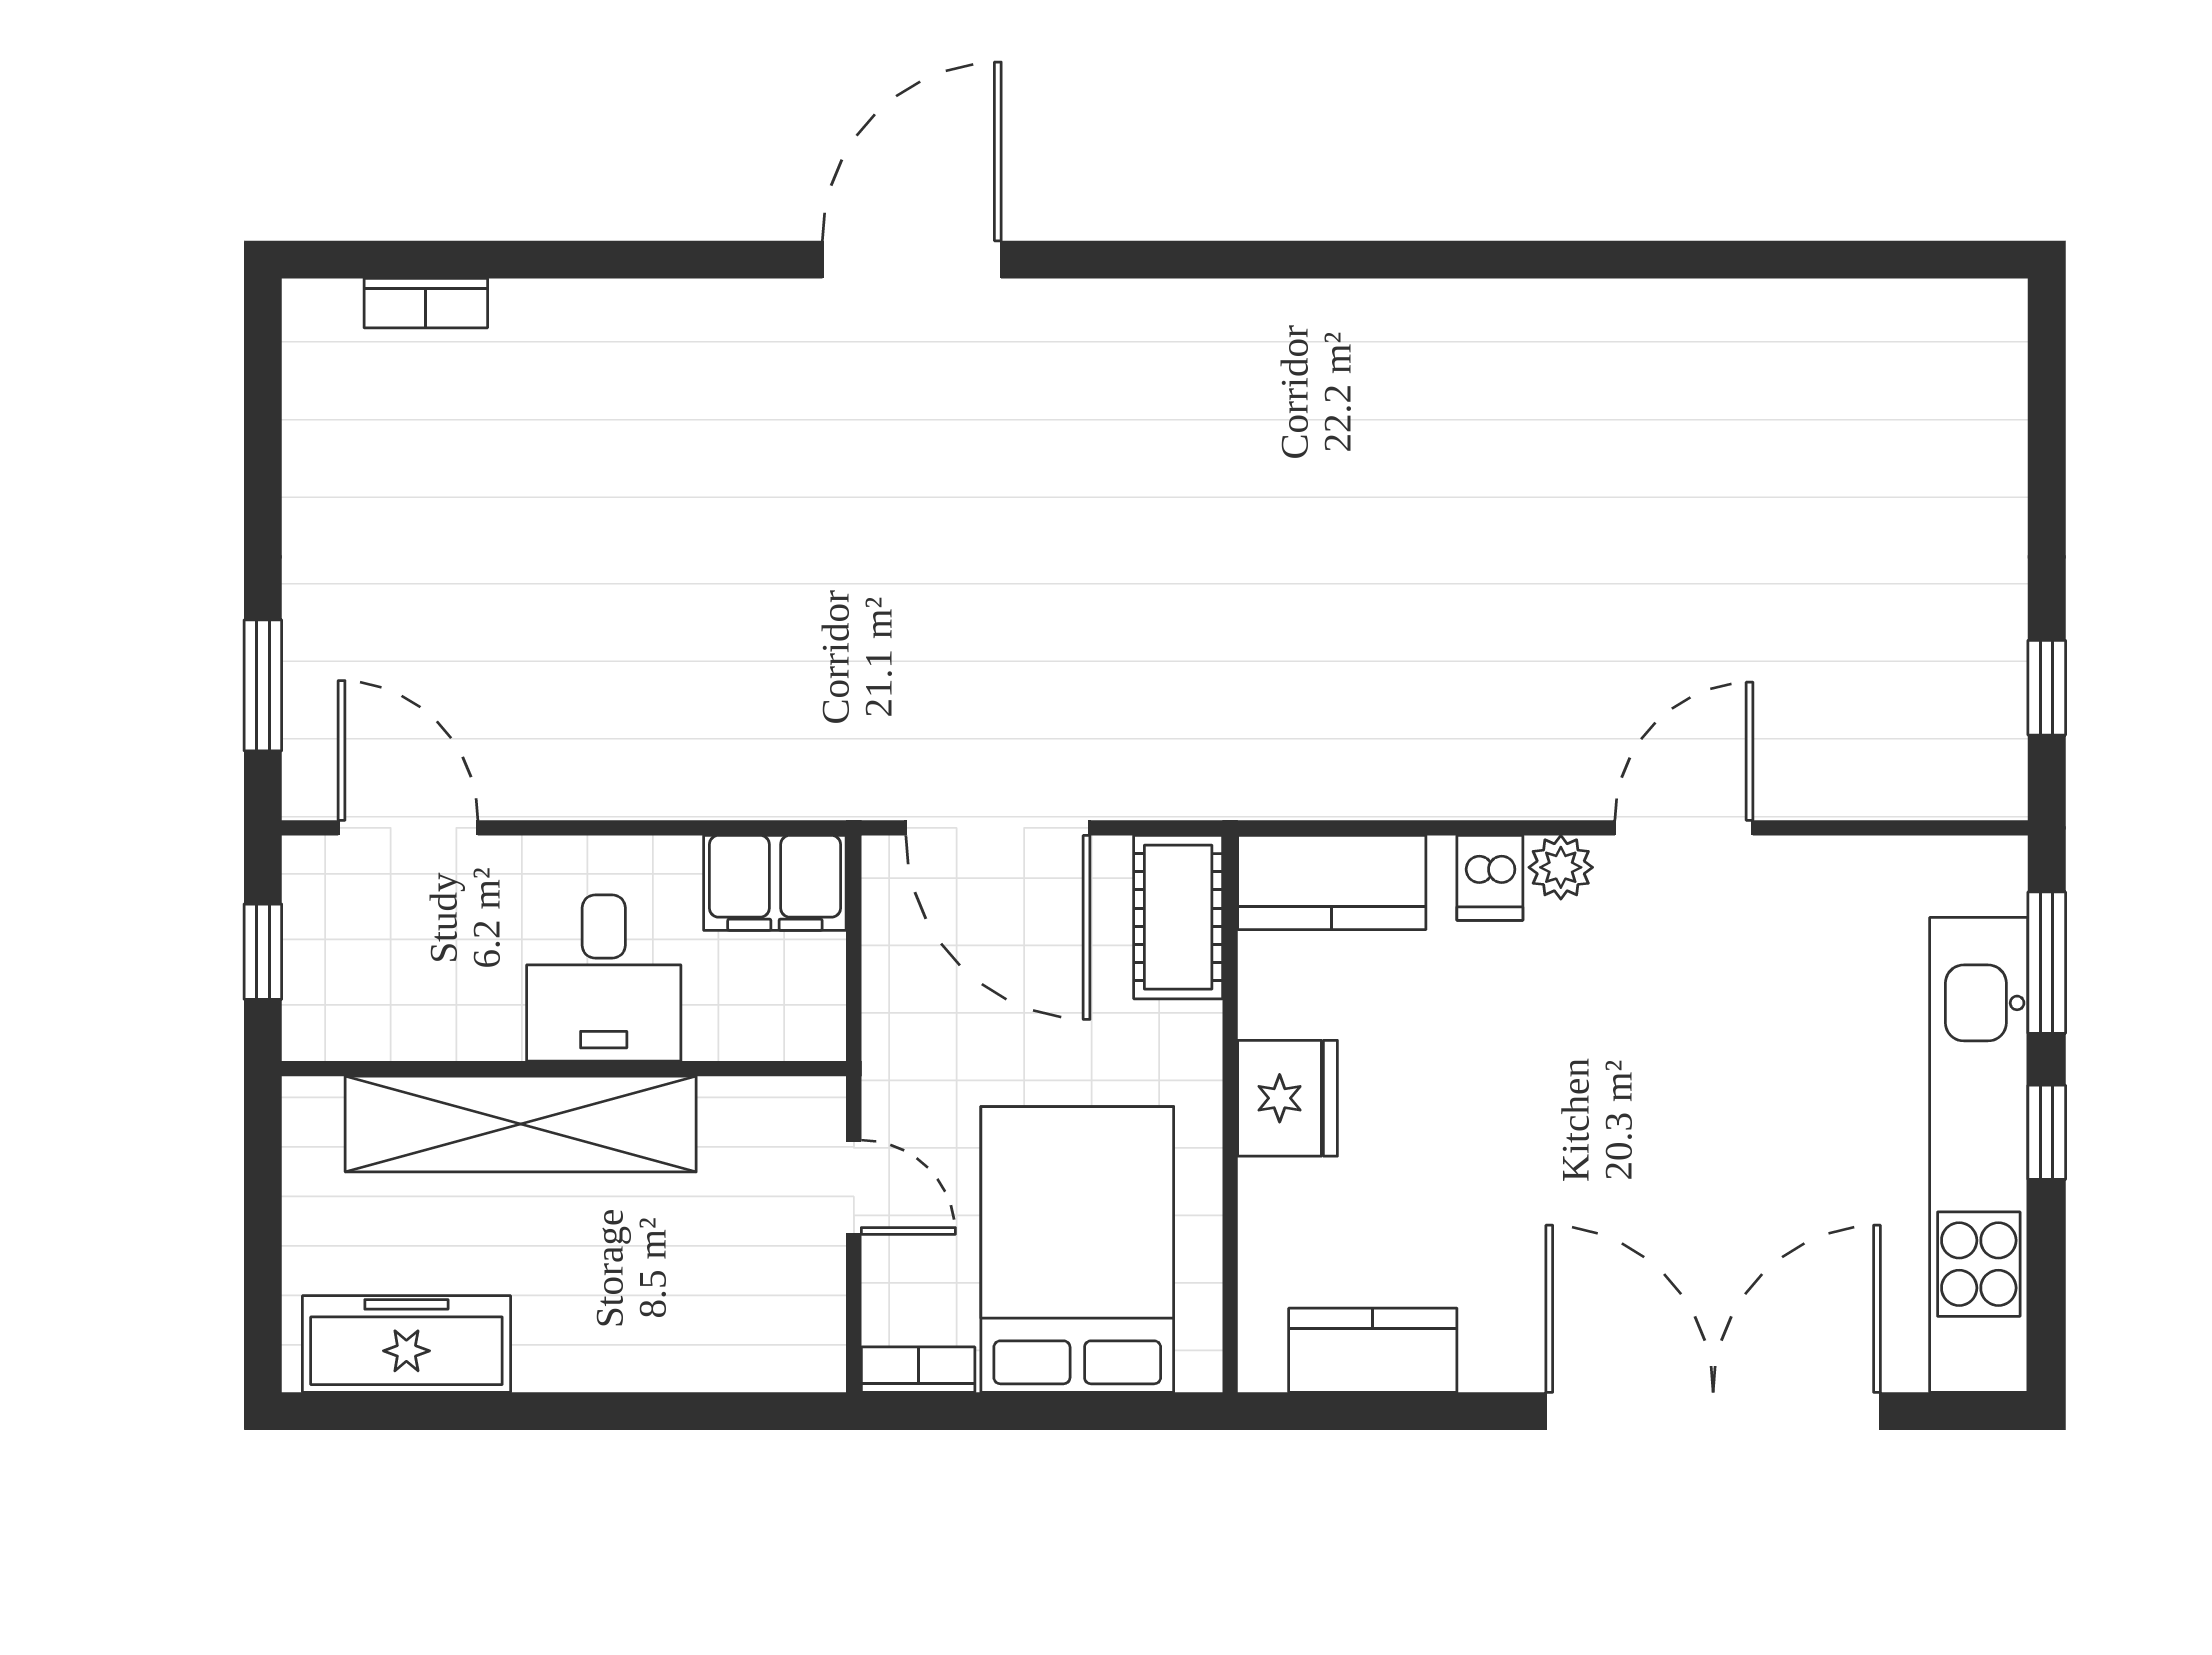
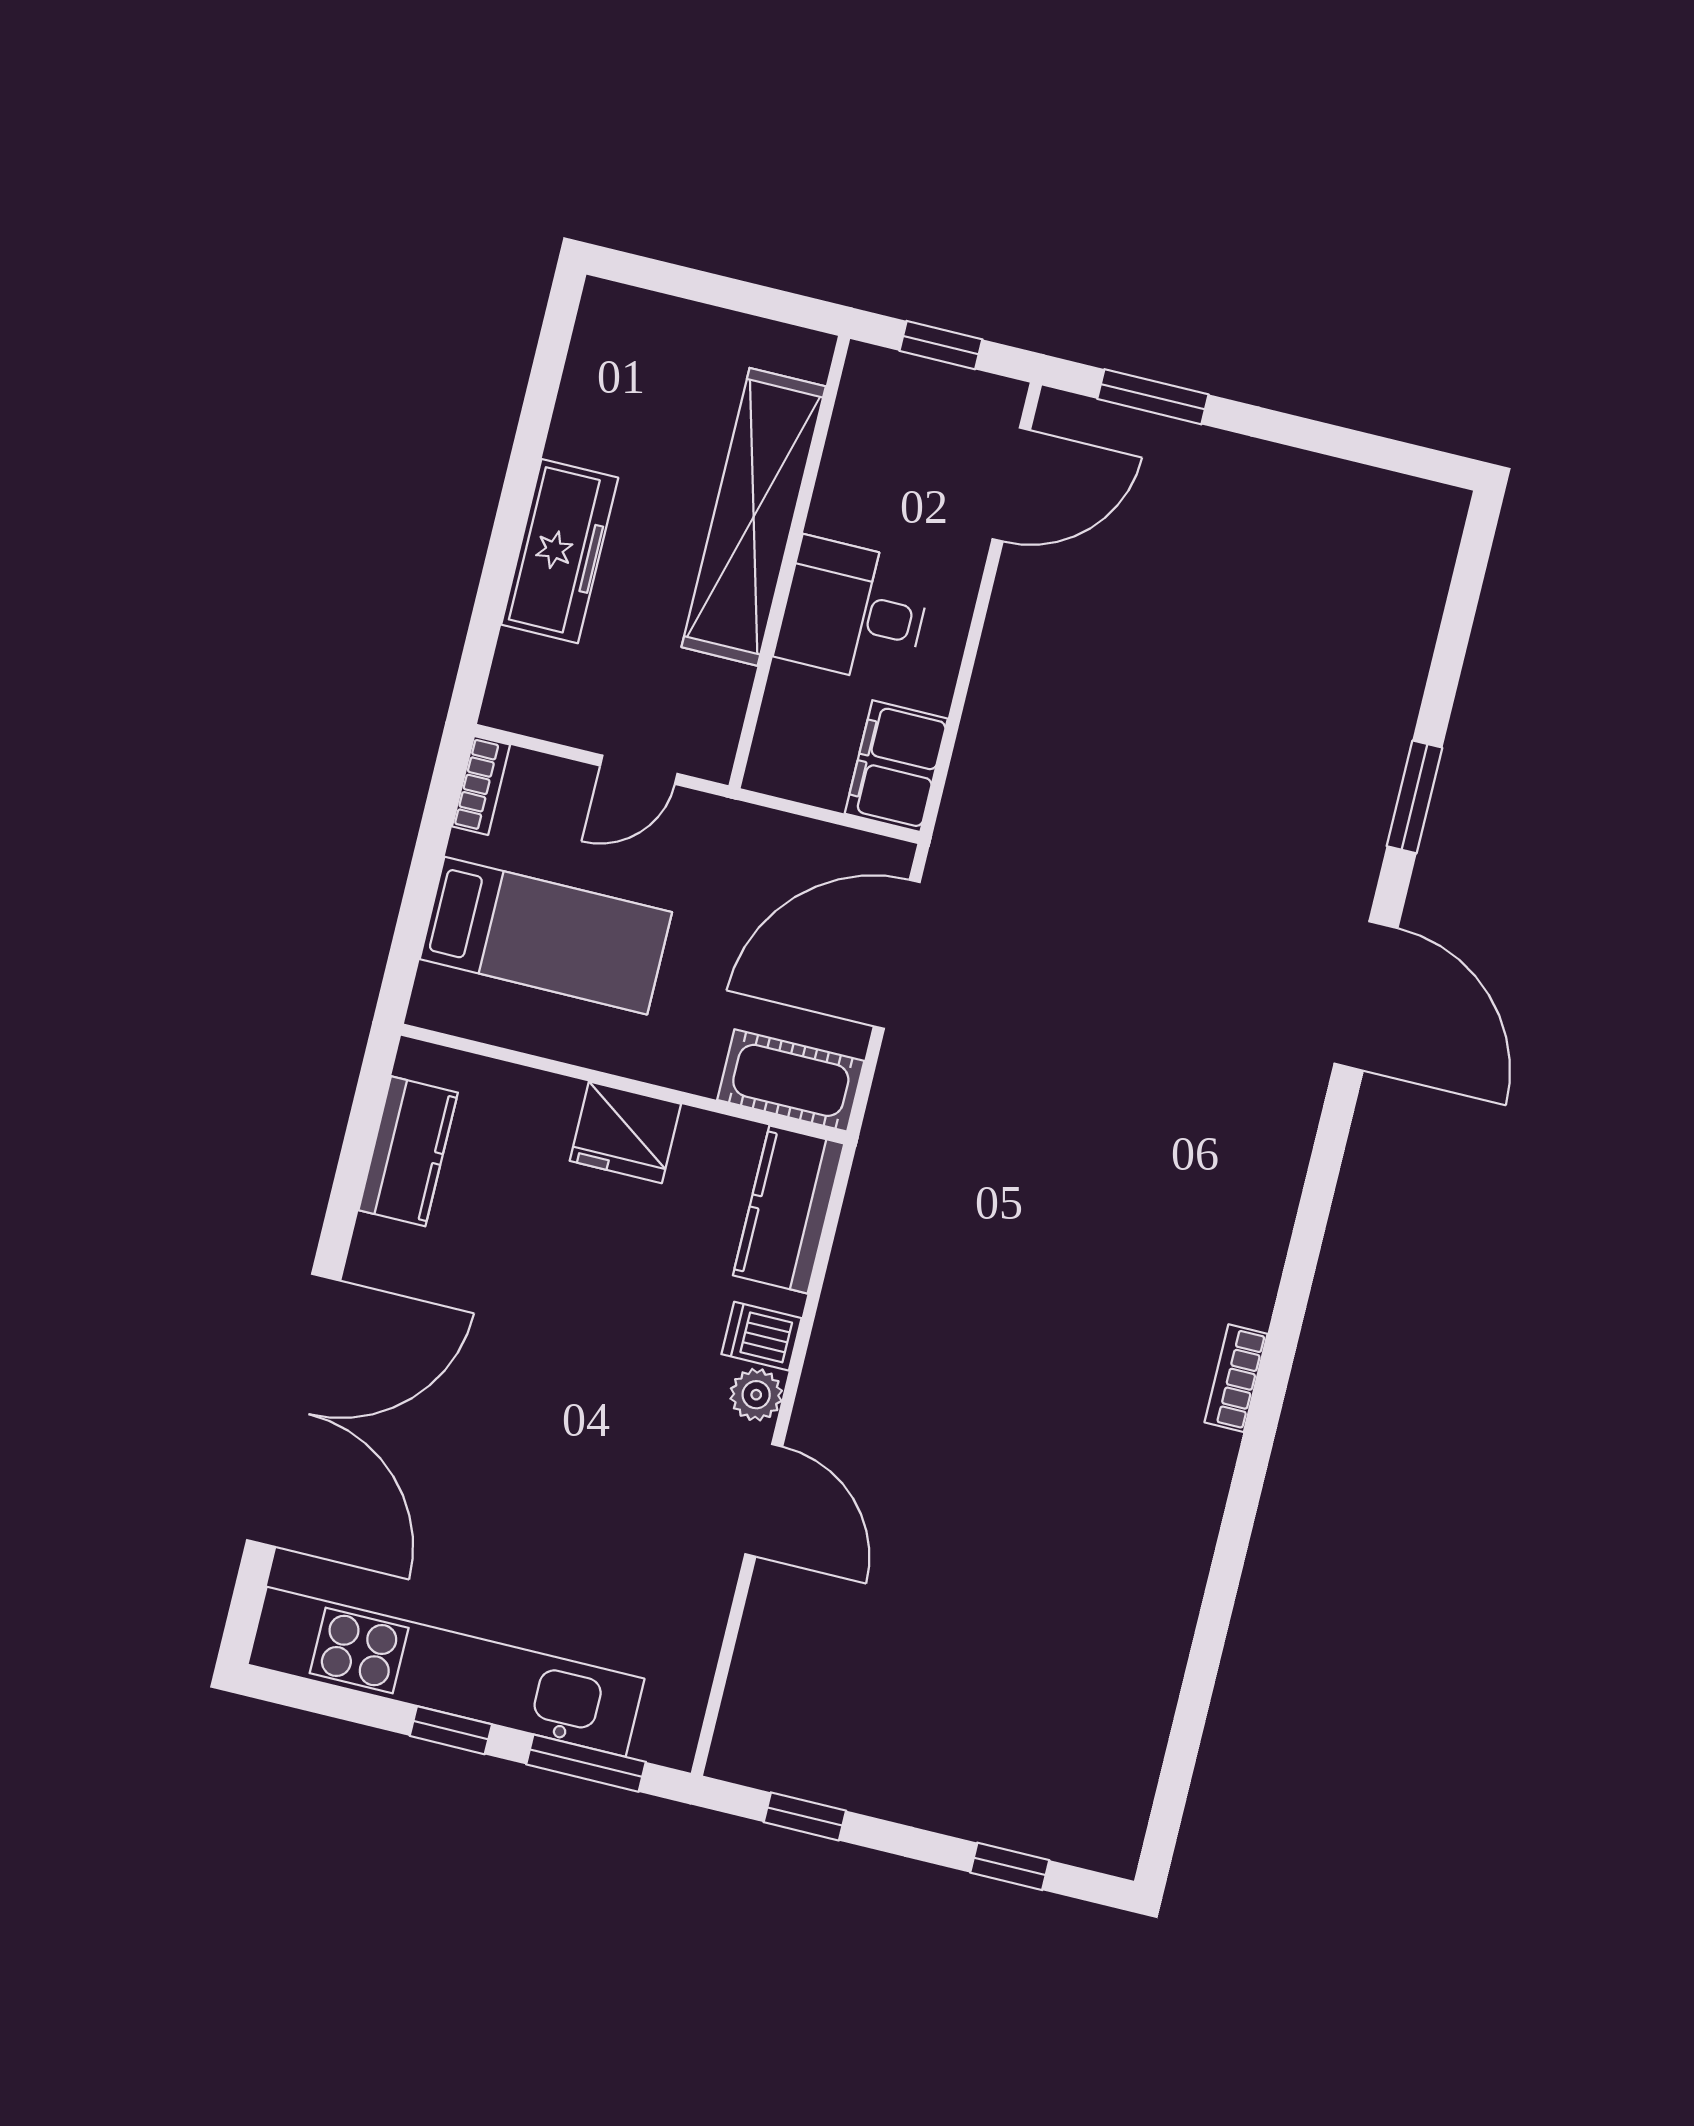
window: (662, 260) -> (1414, 797), added
bookcase: (426, 303) -> (1236, 1378), moved
window: (2047, 430) -> (1010, 1866), added
bed: (1077, 1249) -> (546, 936), width x0.67
freezer: (406, 1344) -> (560, 551), moved

